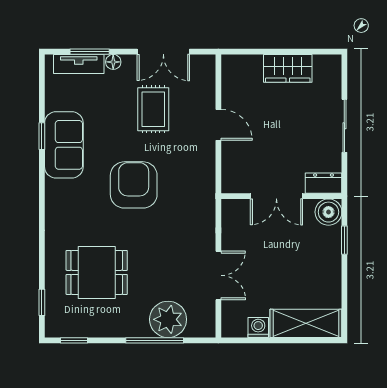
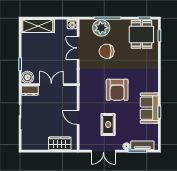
double door: (163, 52) -> (103, 151), swing flipped
wardrobe: (288, 68) -> (60, 143), moved
chair: (157, 268) -> (107, 51), added
dining table: (97, 272) -> (141, 34), moved, turned 90
washing machine: (258, 328) -> (72, 24), moved

